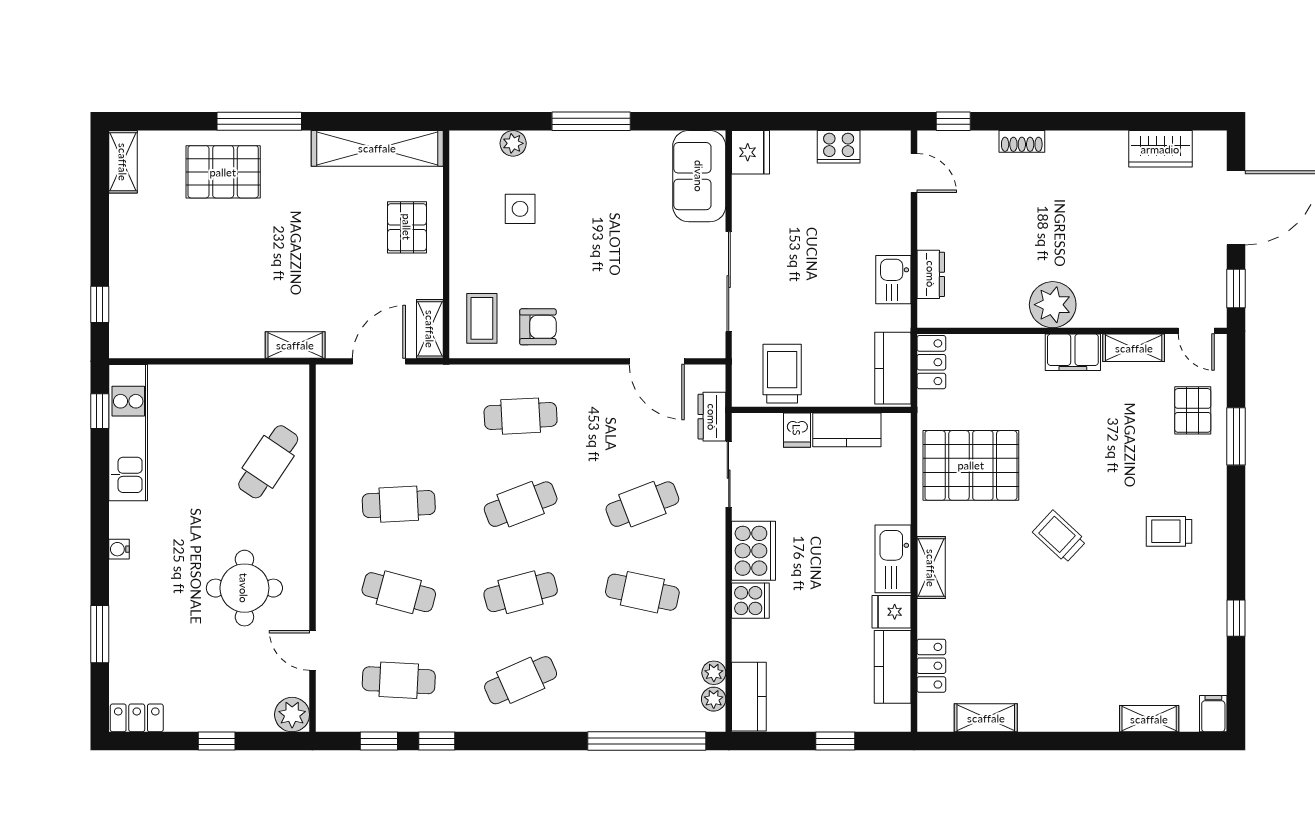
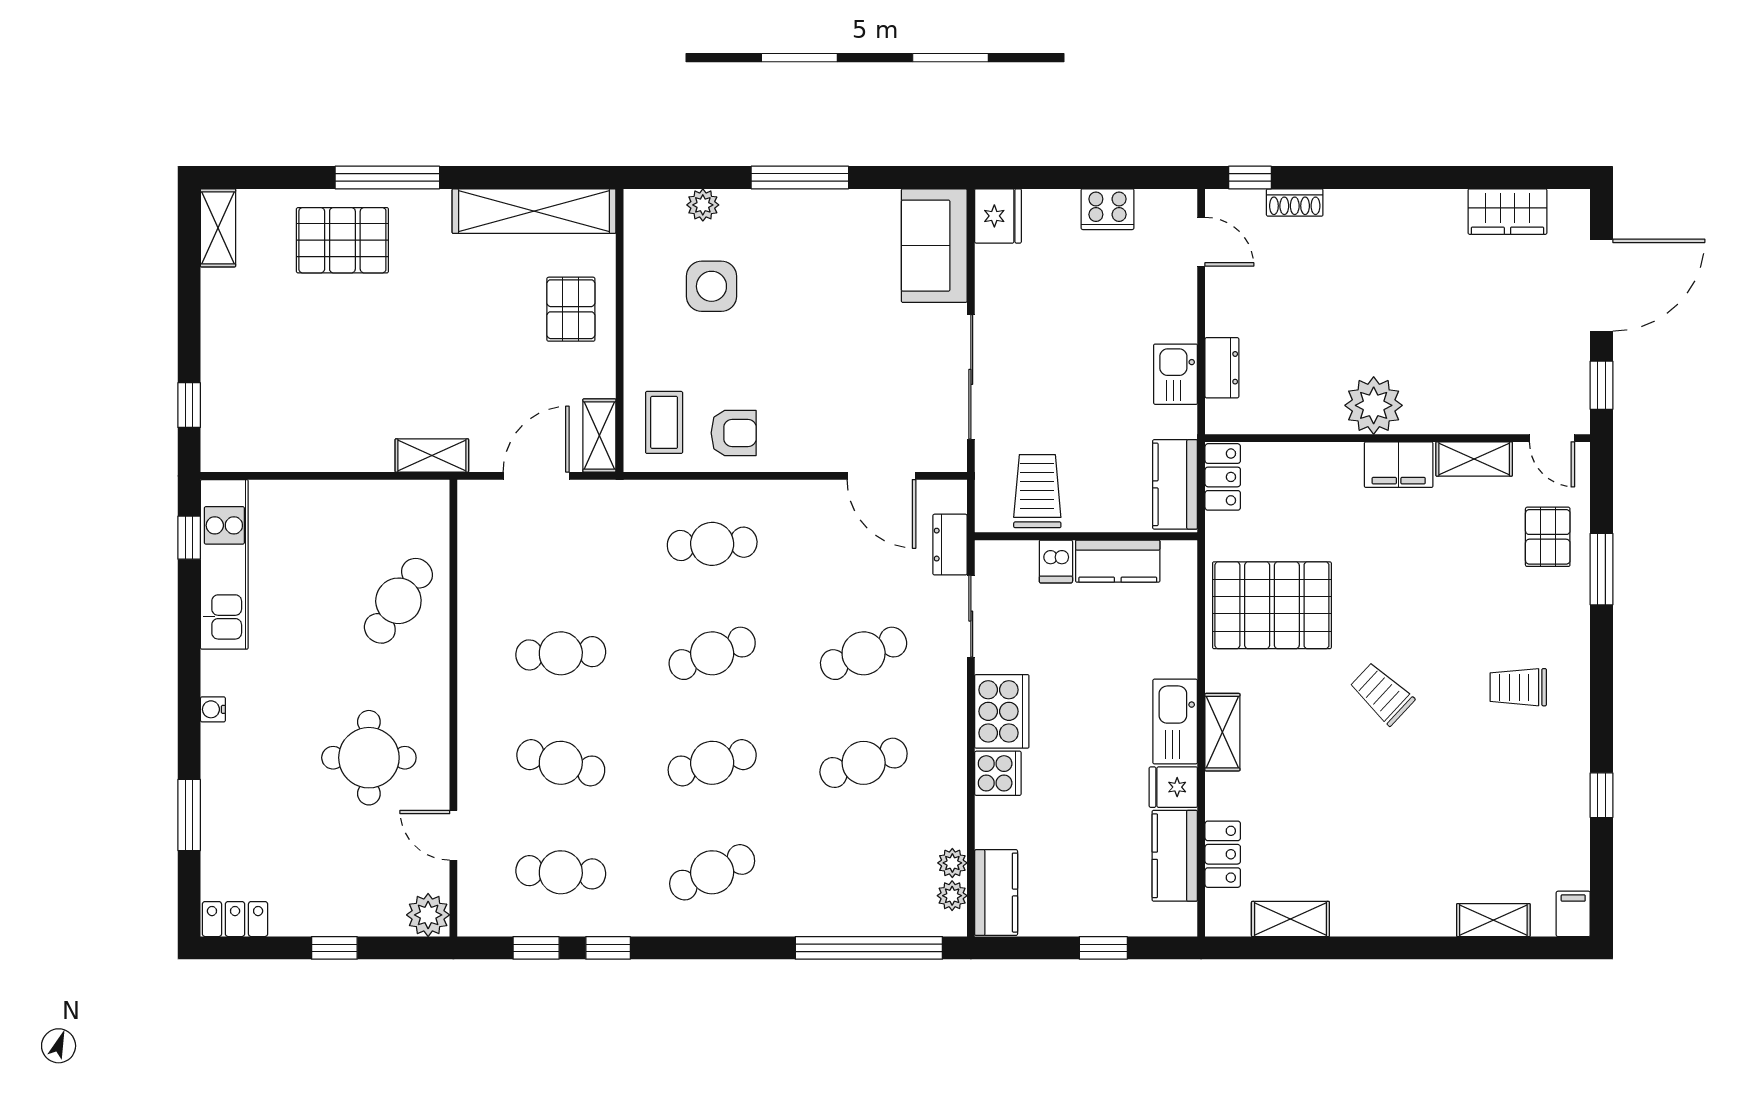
shoe rack: (1022, 141) -> (1295, 203), moved
side table: (520, 209) -> (711, 286), width x1.37, depth x1.37
cafe table: (642, 592) -> (864, 763), turned -30

